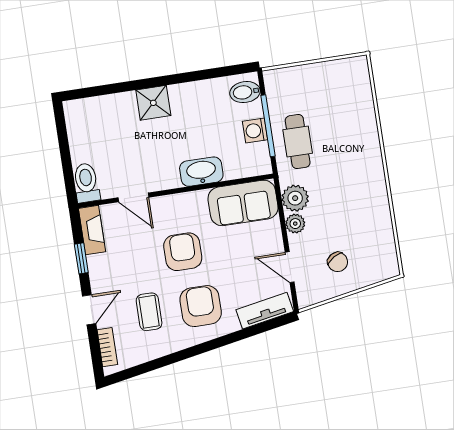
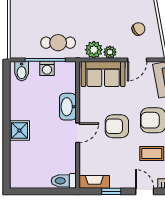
door: (133, 197) -> (78, 133), moved
sofa: (243, 203) -> (103, 74), moved, turned 90

